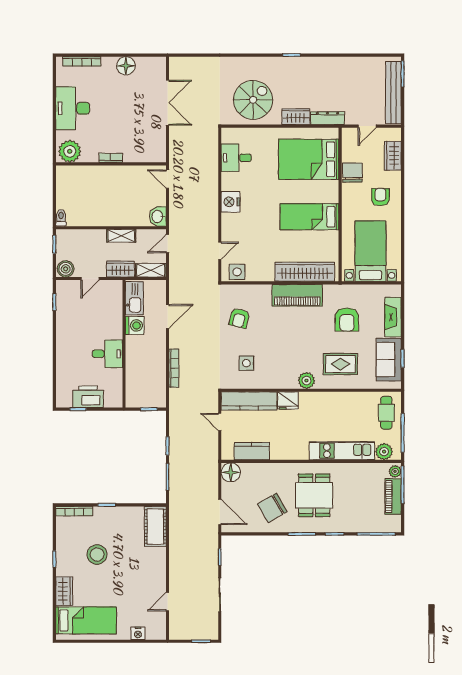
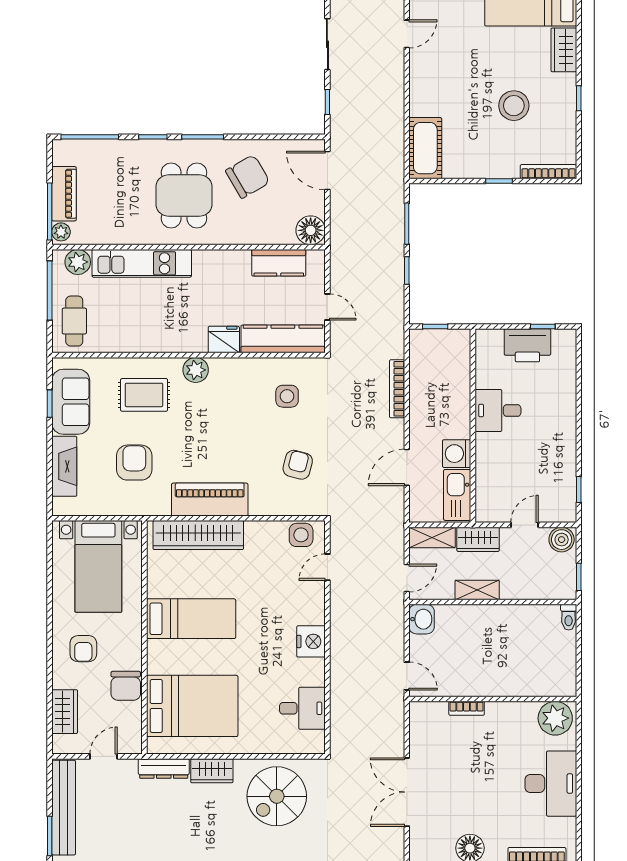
bookcase: (111, 158) -> (467, 708), moved

